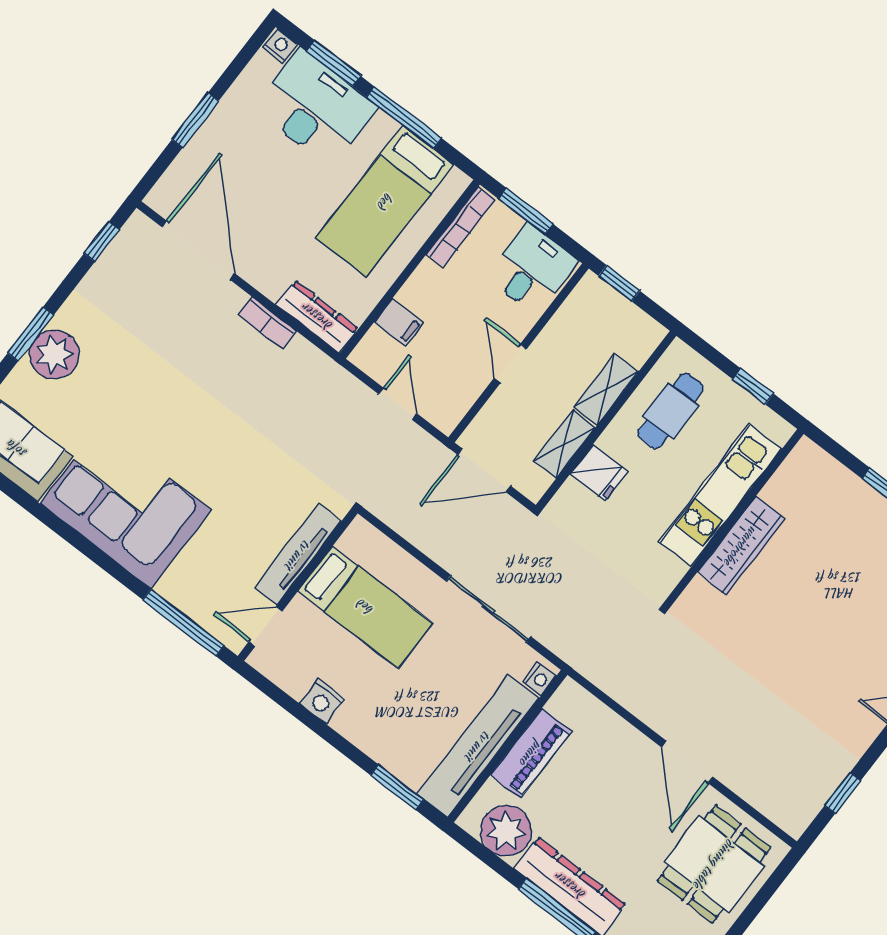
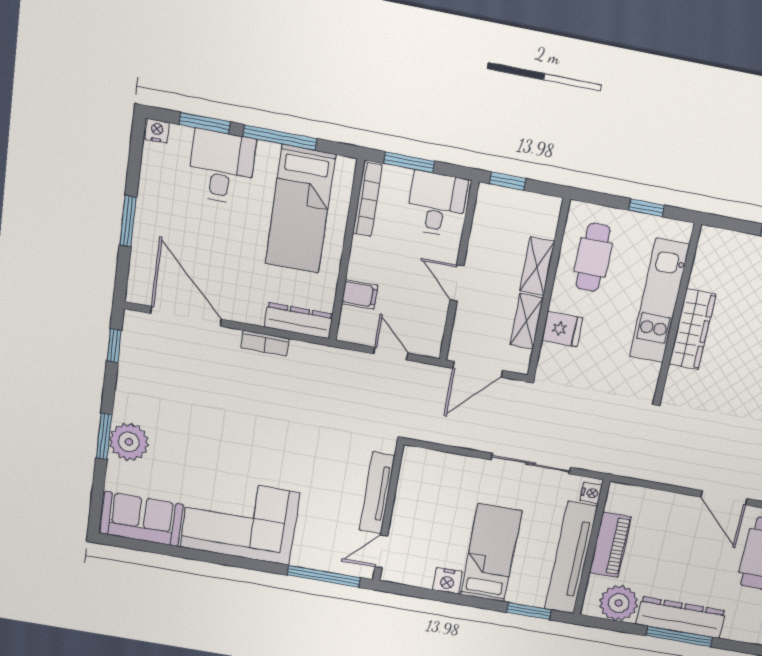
desk: (315, 107) -> (222, 167), width x0.73
bed: (365, 607) -> (491, 553), moved, turned -90

